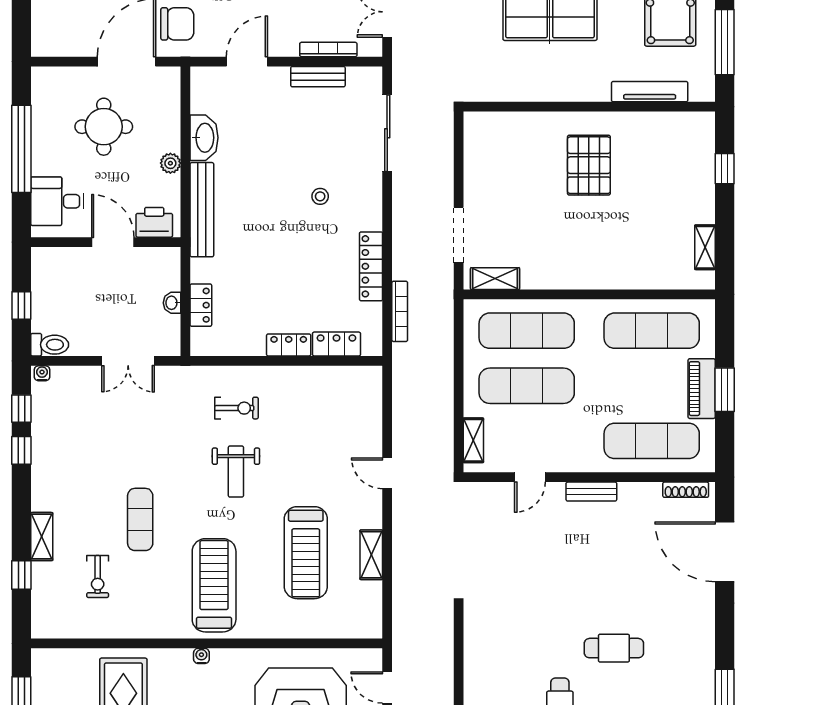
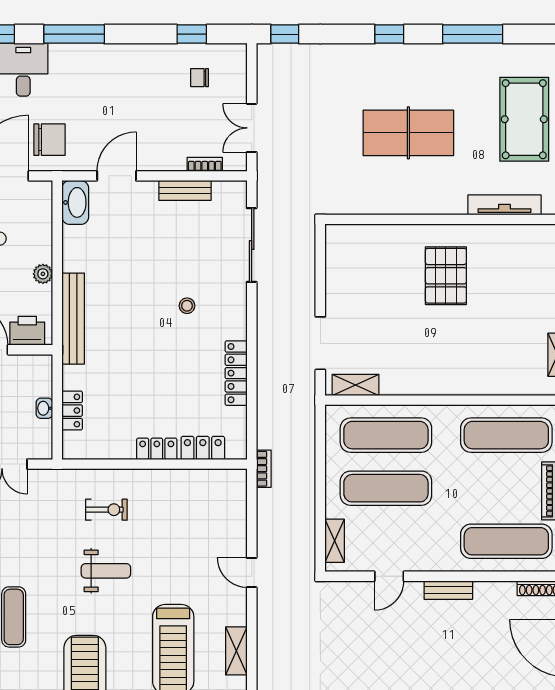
bookcase: (328, 49) -> (205, 164), width x0.64
washbasin: (204, 138) -> (75, 202), moved
bookcase: (400, 311) -> (264, 469), moved, width x0.64
weight bench: (236, 472) -> (106, 571), turned -90

